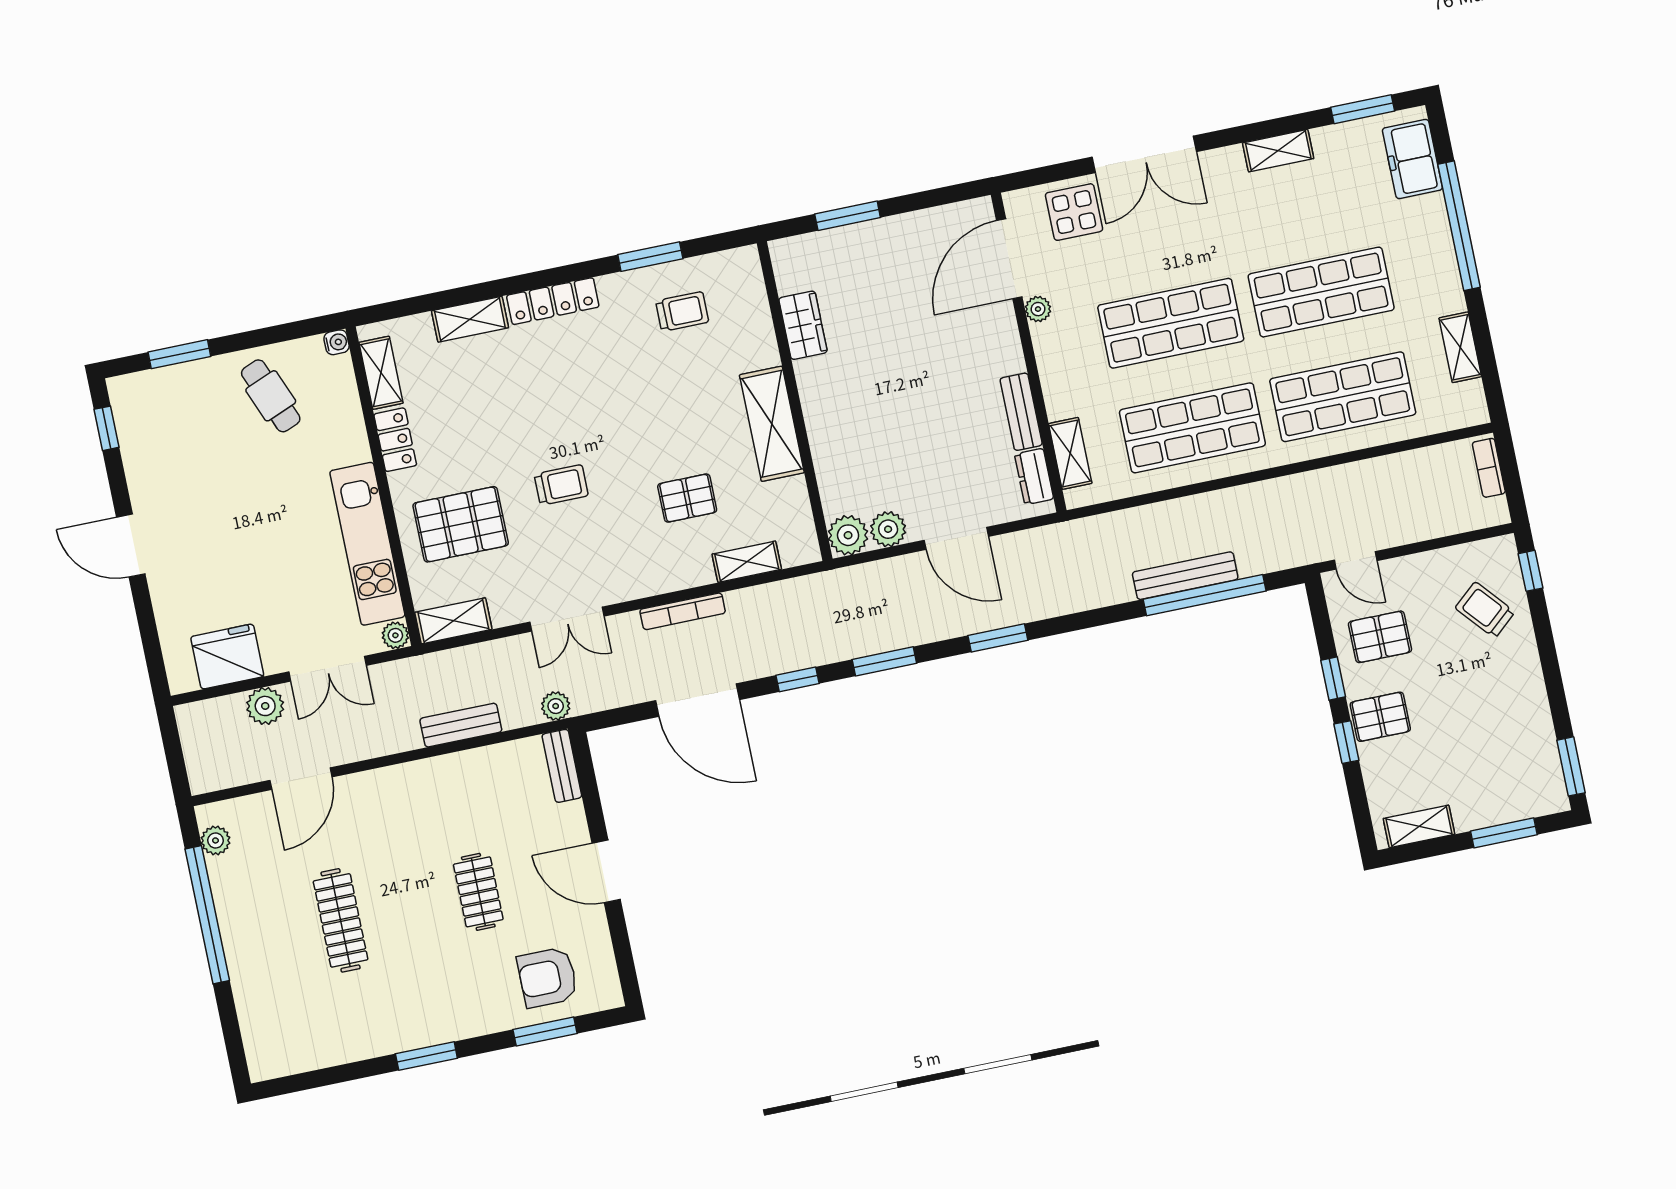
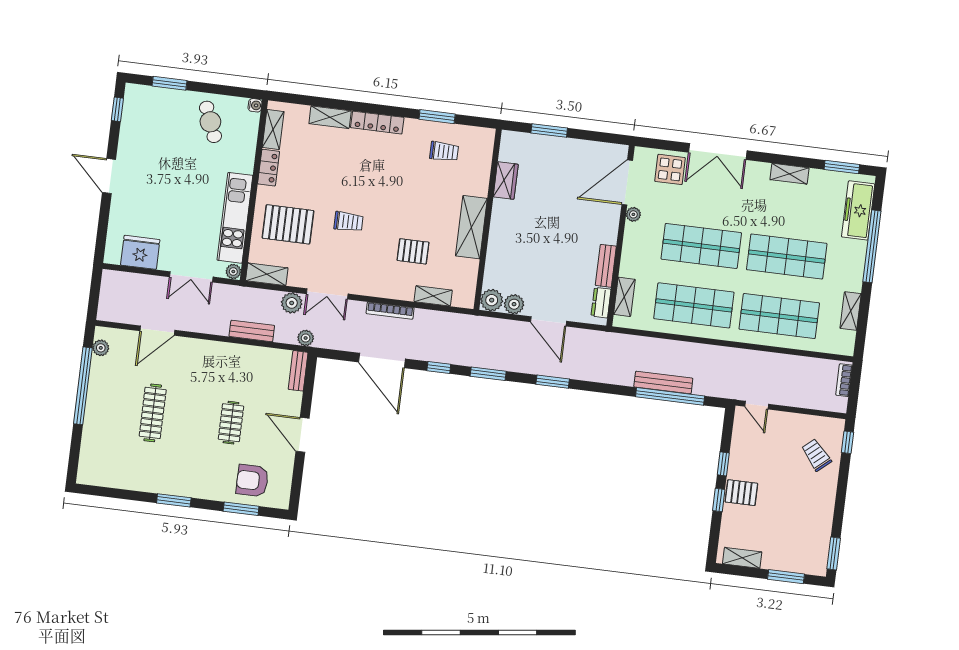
freezer: (1412, 159) -> (858, 210), width x1.40
pallet: (1380, 637) -> (756, 450), removed
plant: (265, 706) -> (292, 303), moved

